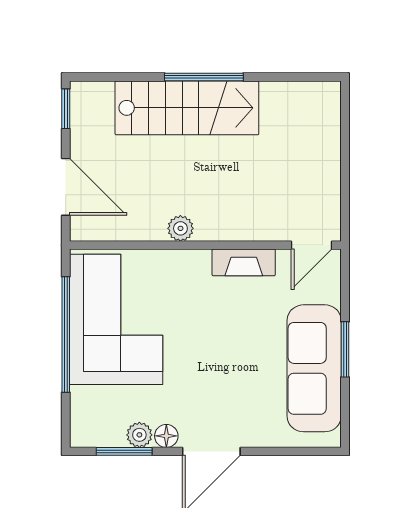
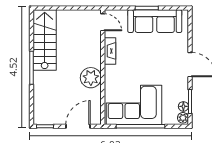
stairs: (187, 108) -> (45, 40), moved
plant: (180, 228) -> (91, 78), width x1.87, depth x1.87
plant: (139, 435) -> (183, 118), moved
floor lamp: (166, 436) -> (183, 106), moved

